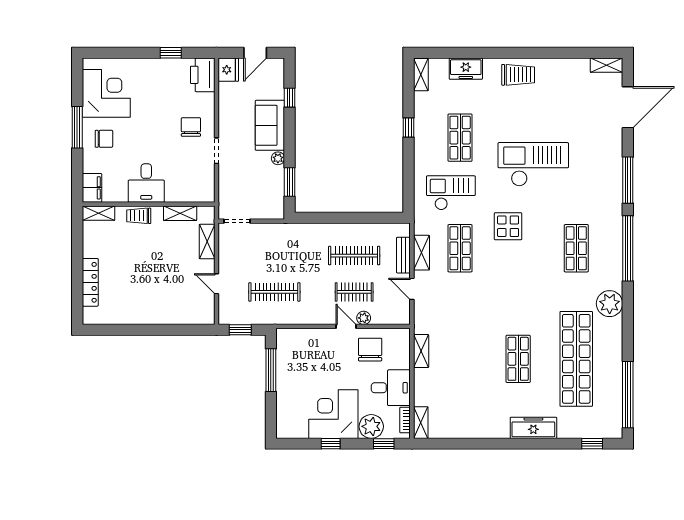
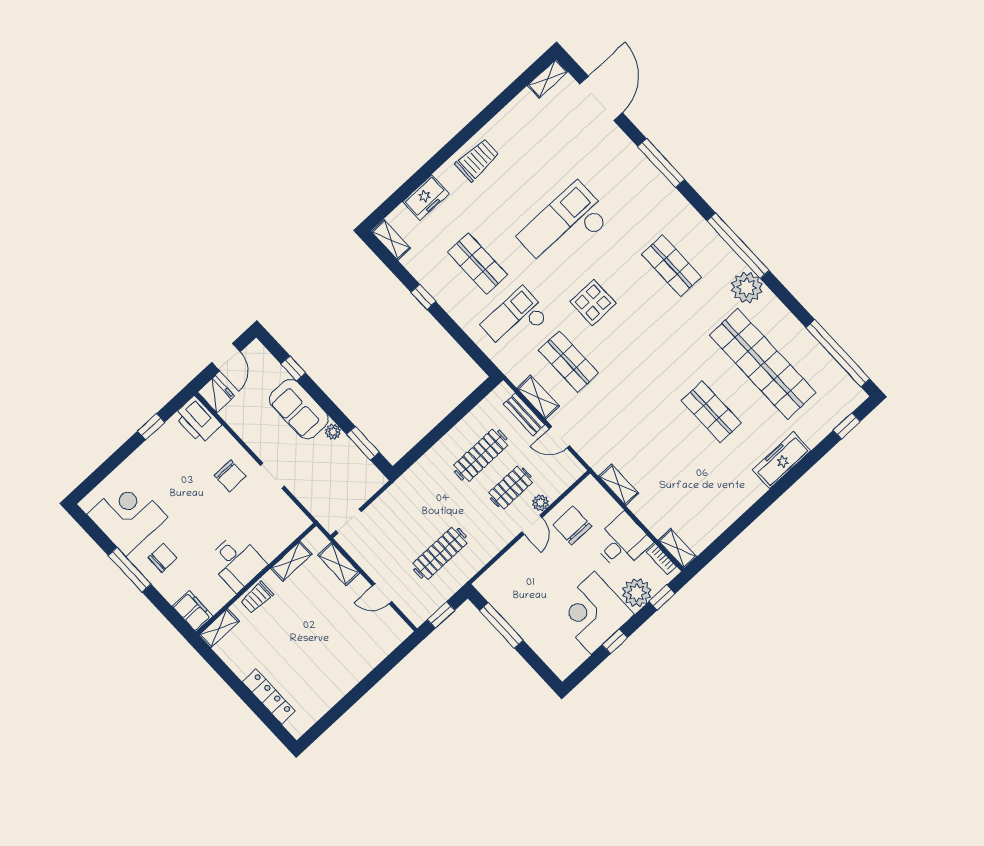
chair: (191, 127) -> (230, 476), turned 180
window: (628, 248) -> (738, 246), moved
door: (346, 326) -> (532, 525), swing flipped

